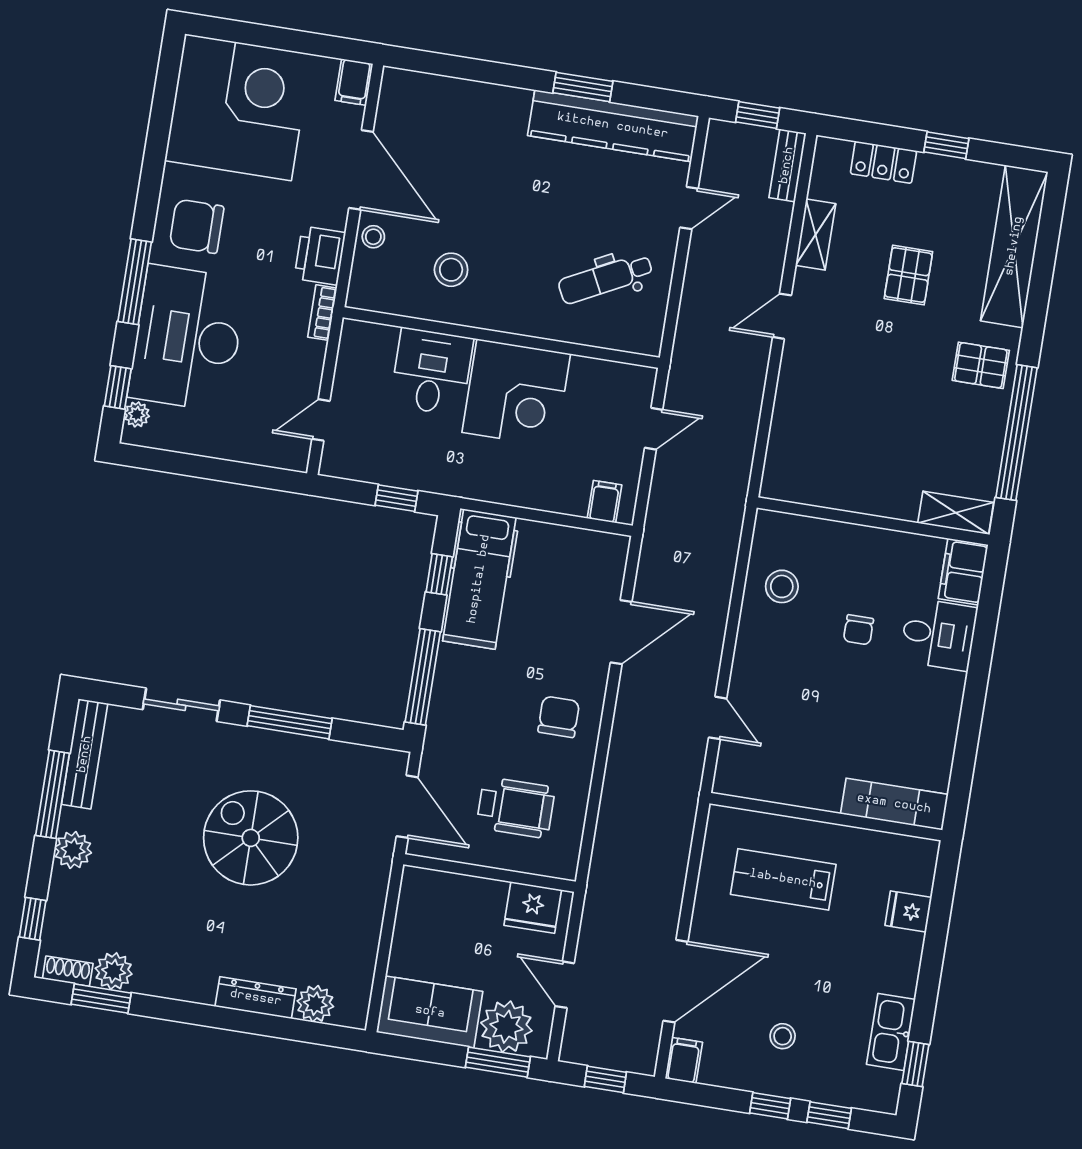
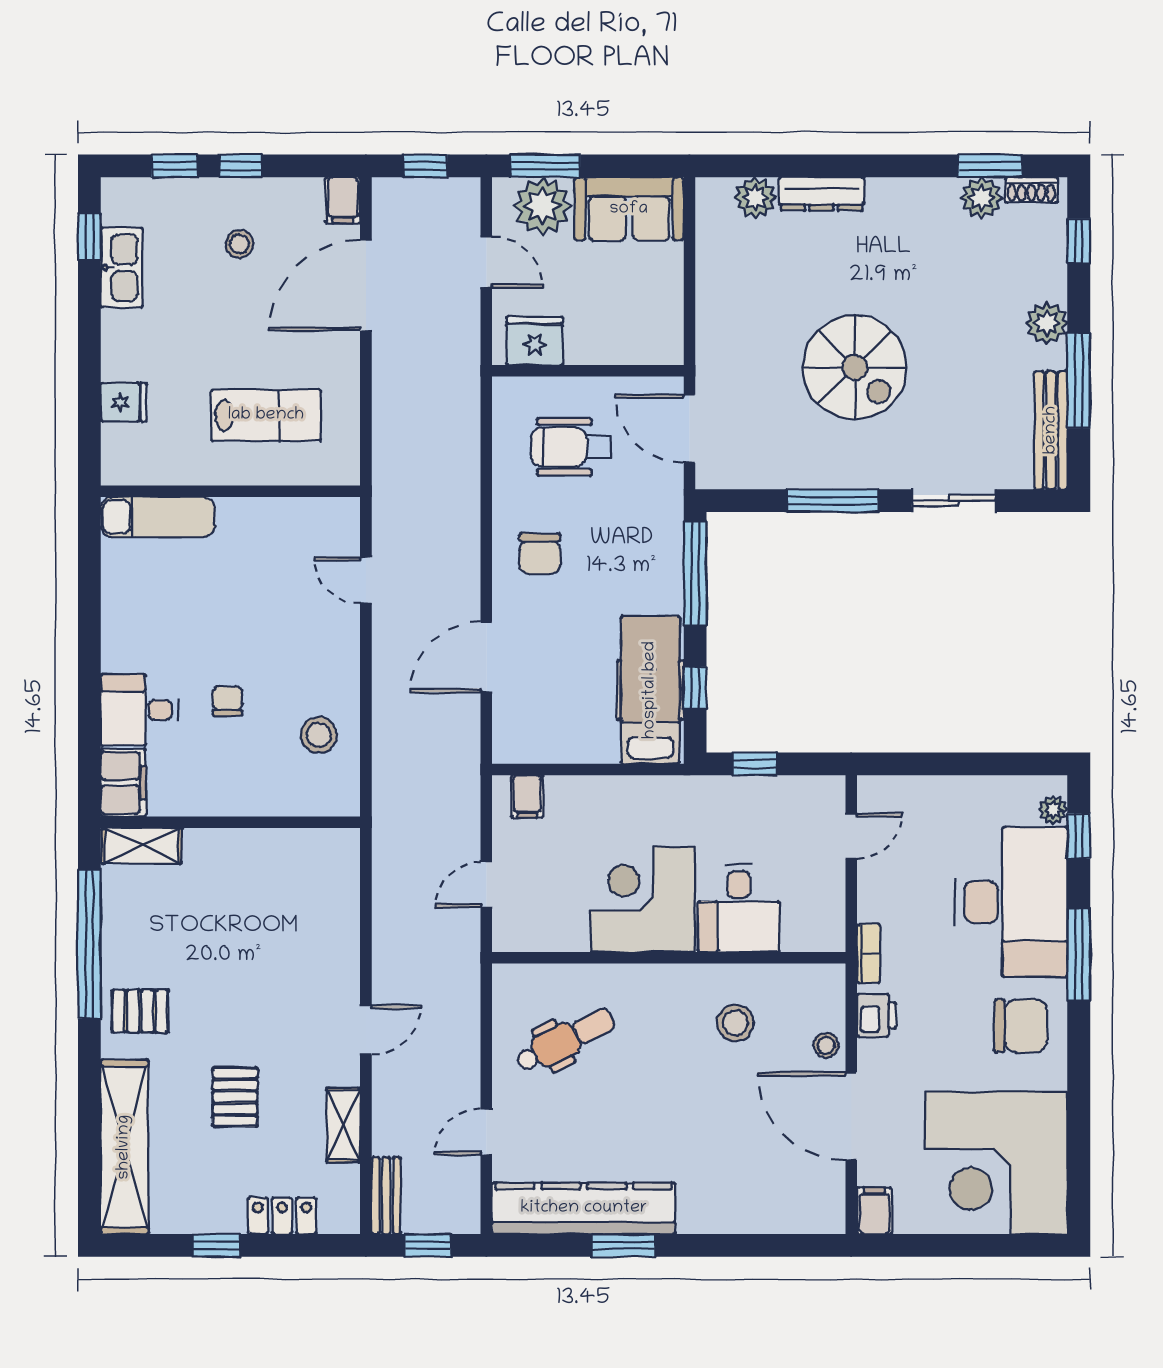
printer: (320, 256) -> (876, 1015), width x0.73, depth x0.81

